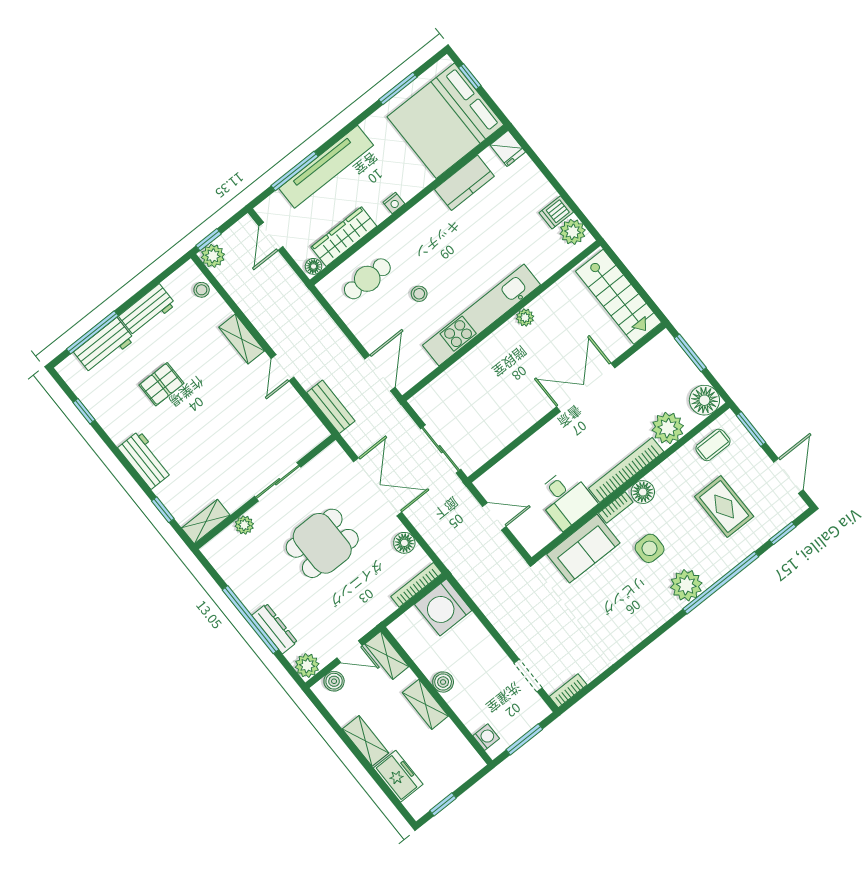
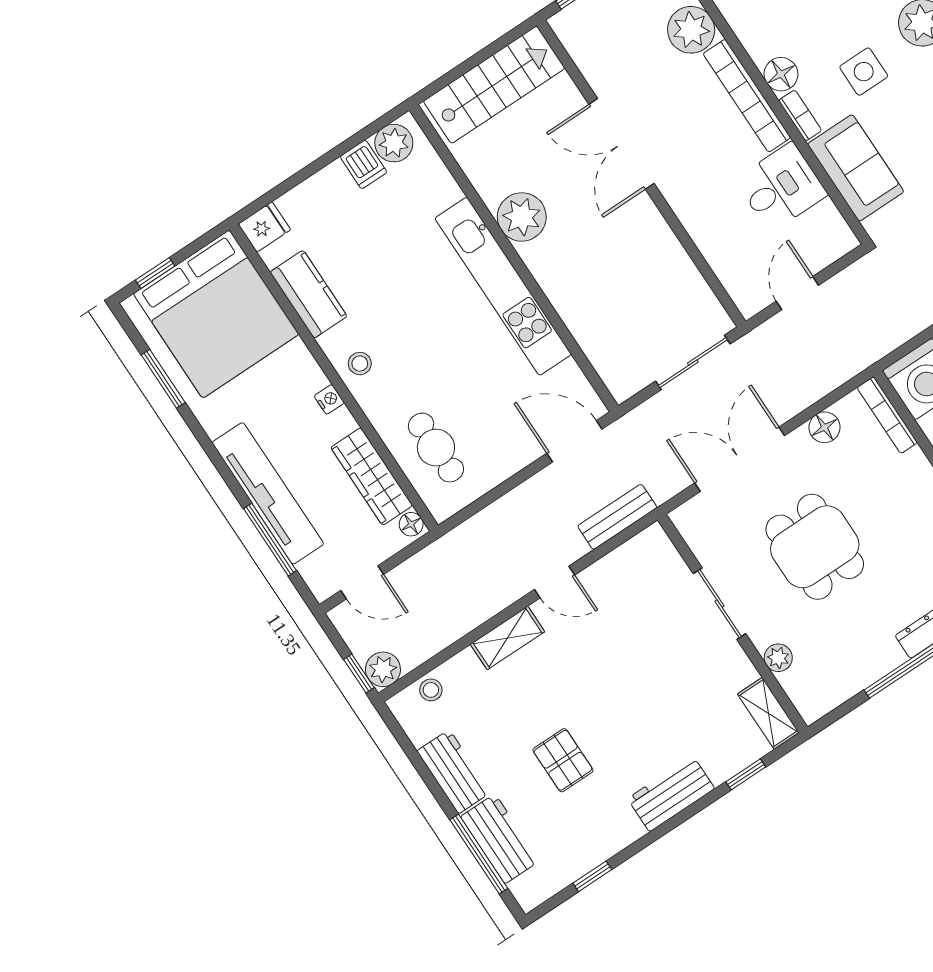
stool: (419, 294) -> (360, 364), moved
plant: (525, 318) -> (522, 217), width x1.87, depth x1.87

